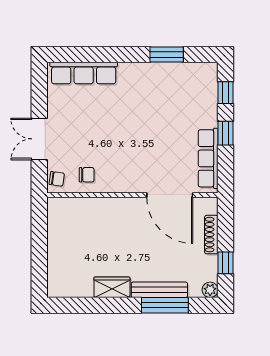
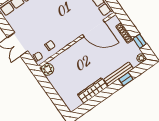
plant: (58, 208) -> (48, 69), added
wardrobe: (112, 287) -> (93, 91), width x1.50
window: (165, 305) -> (126, 79), width x0.46

